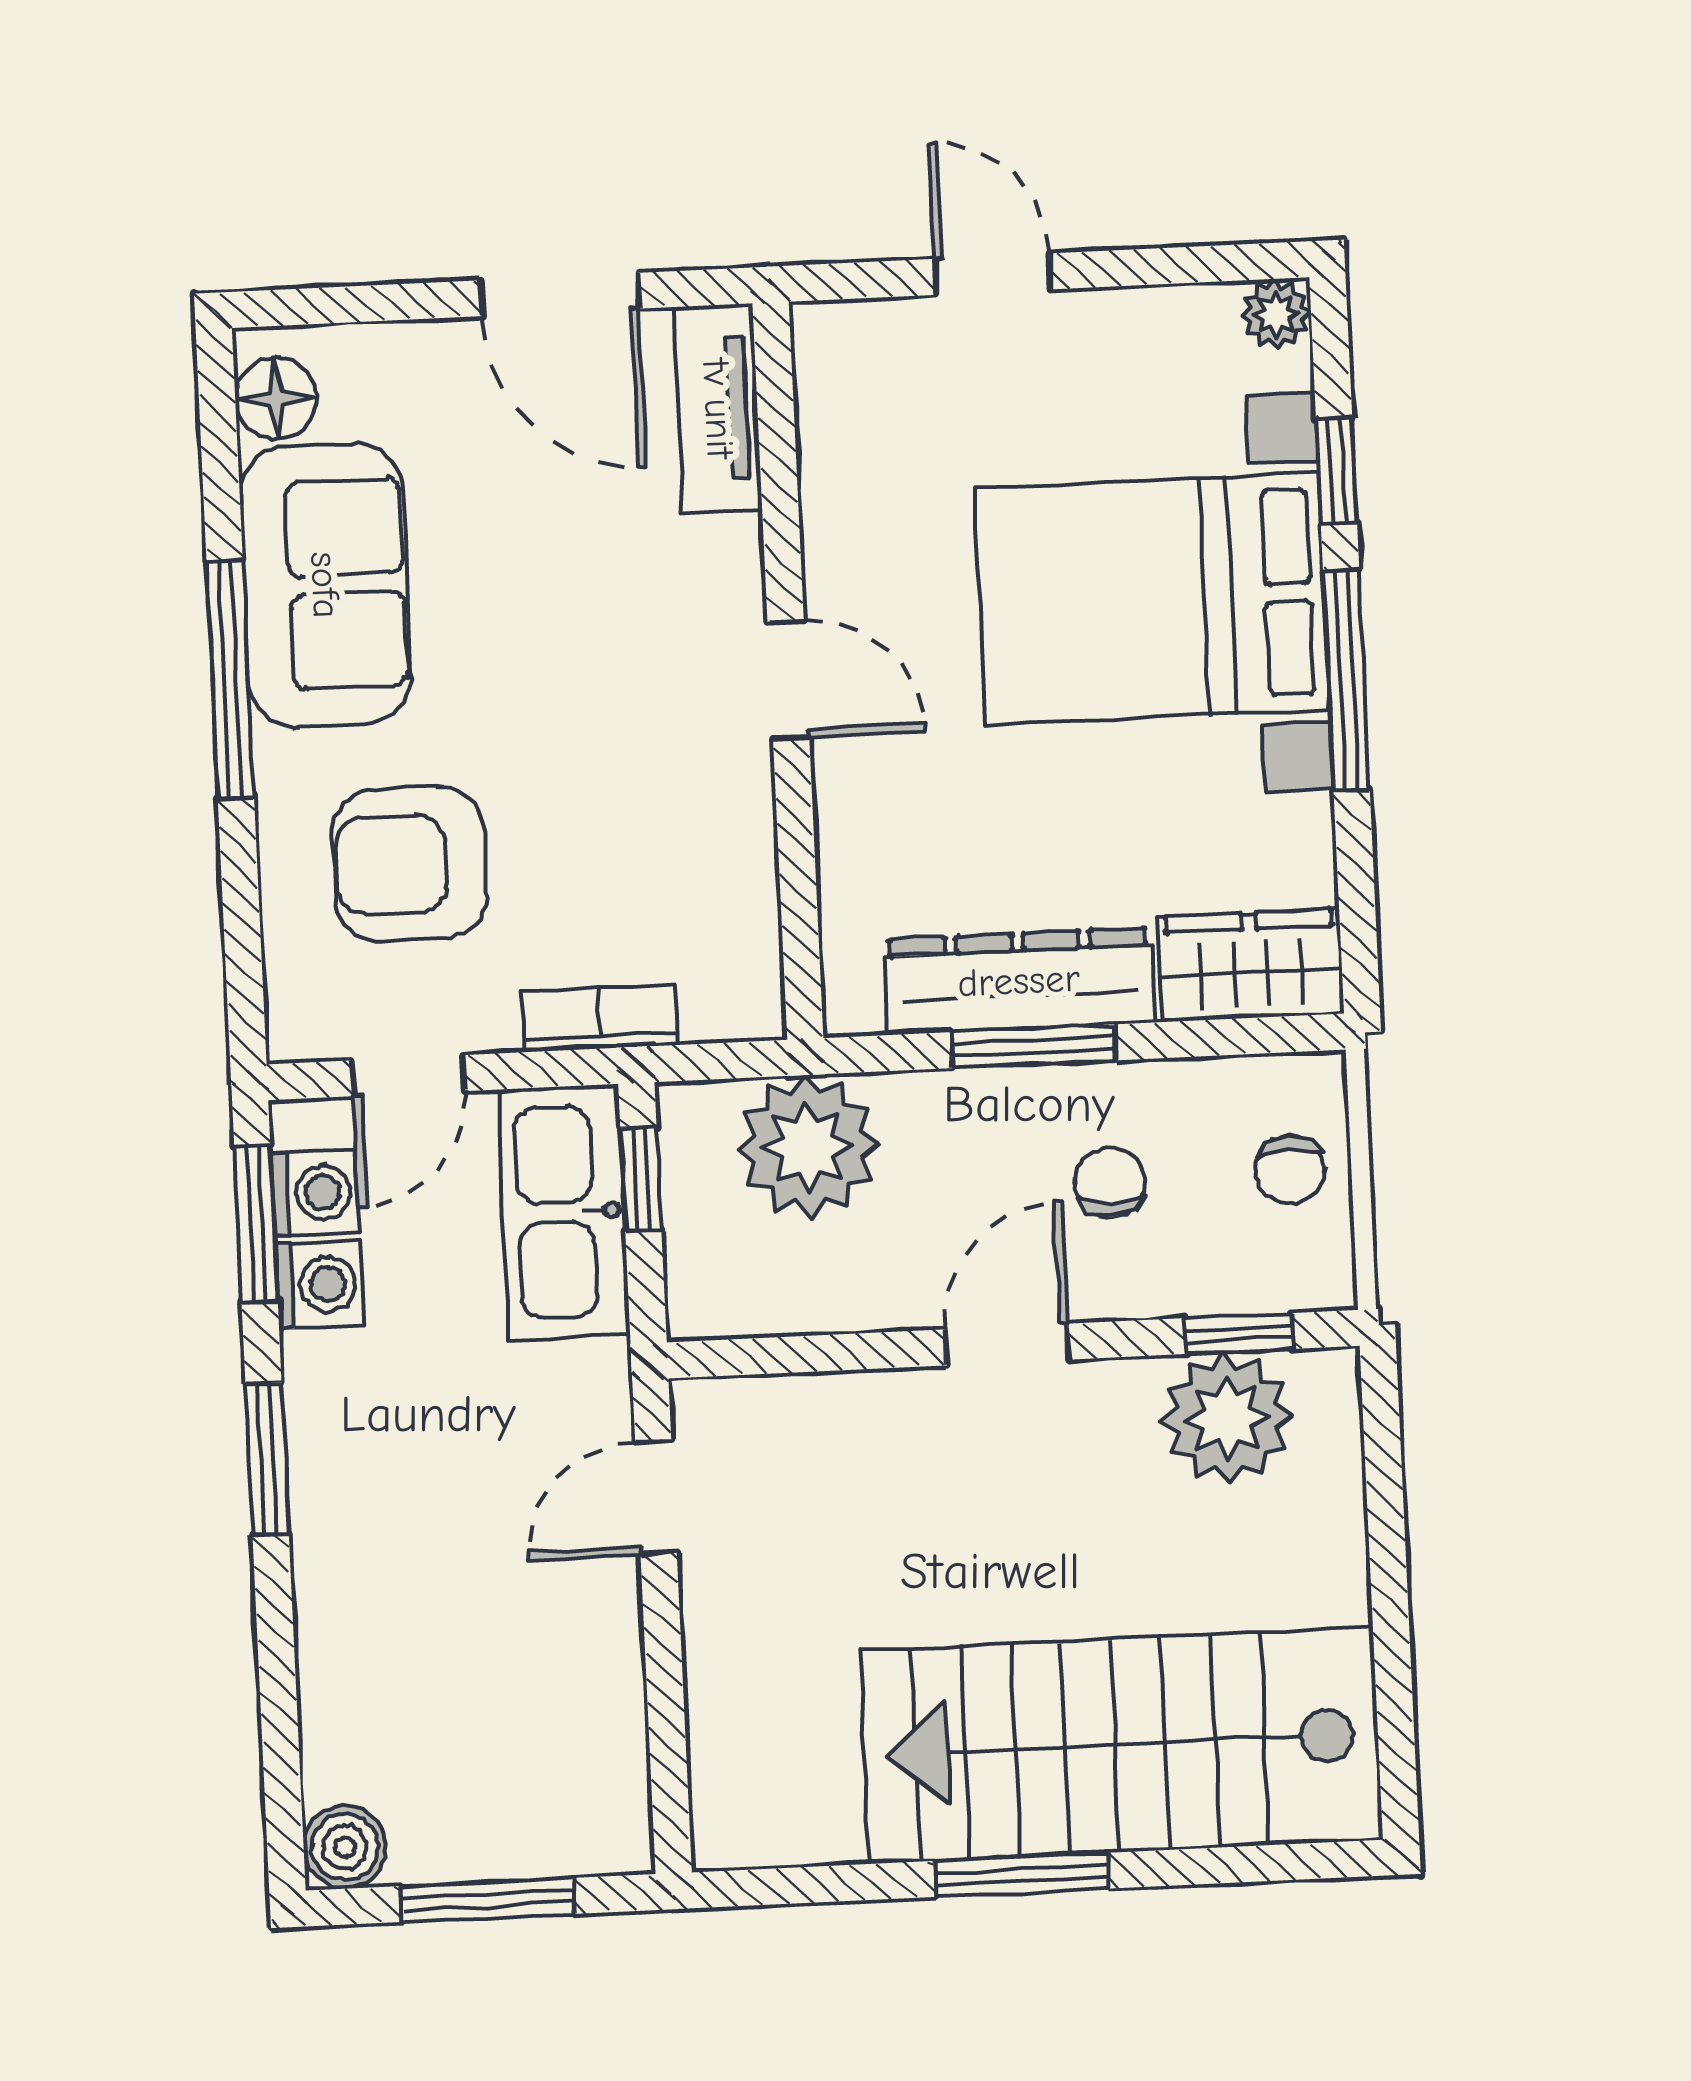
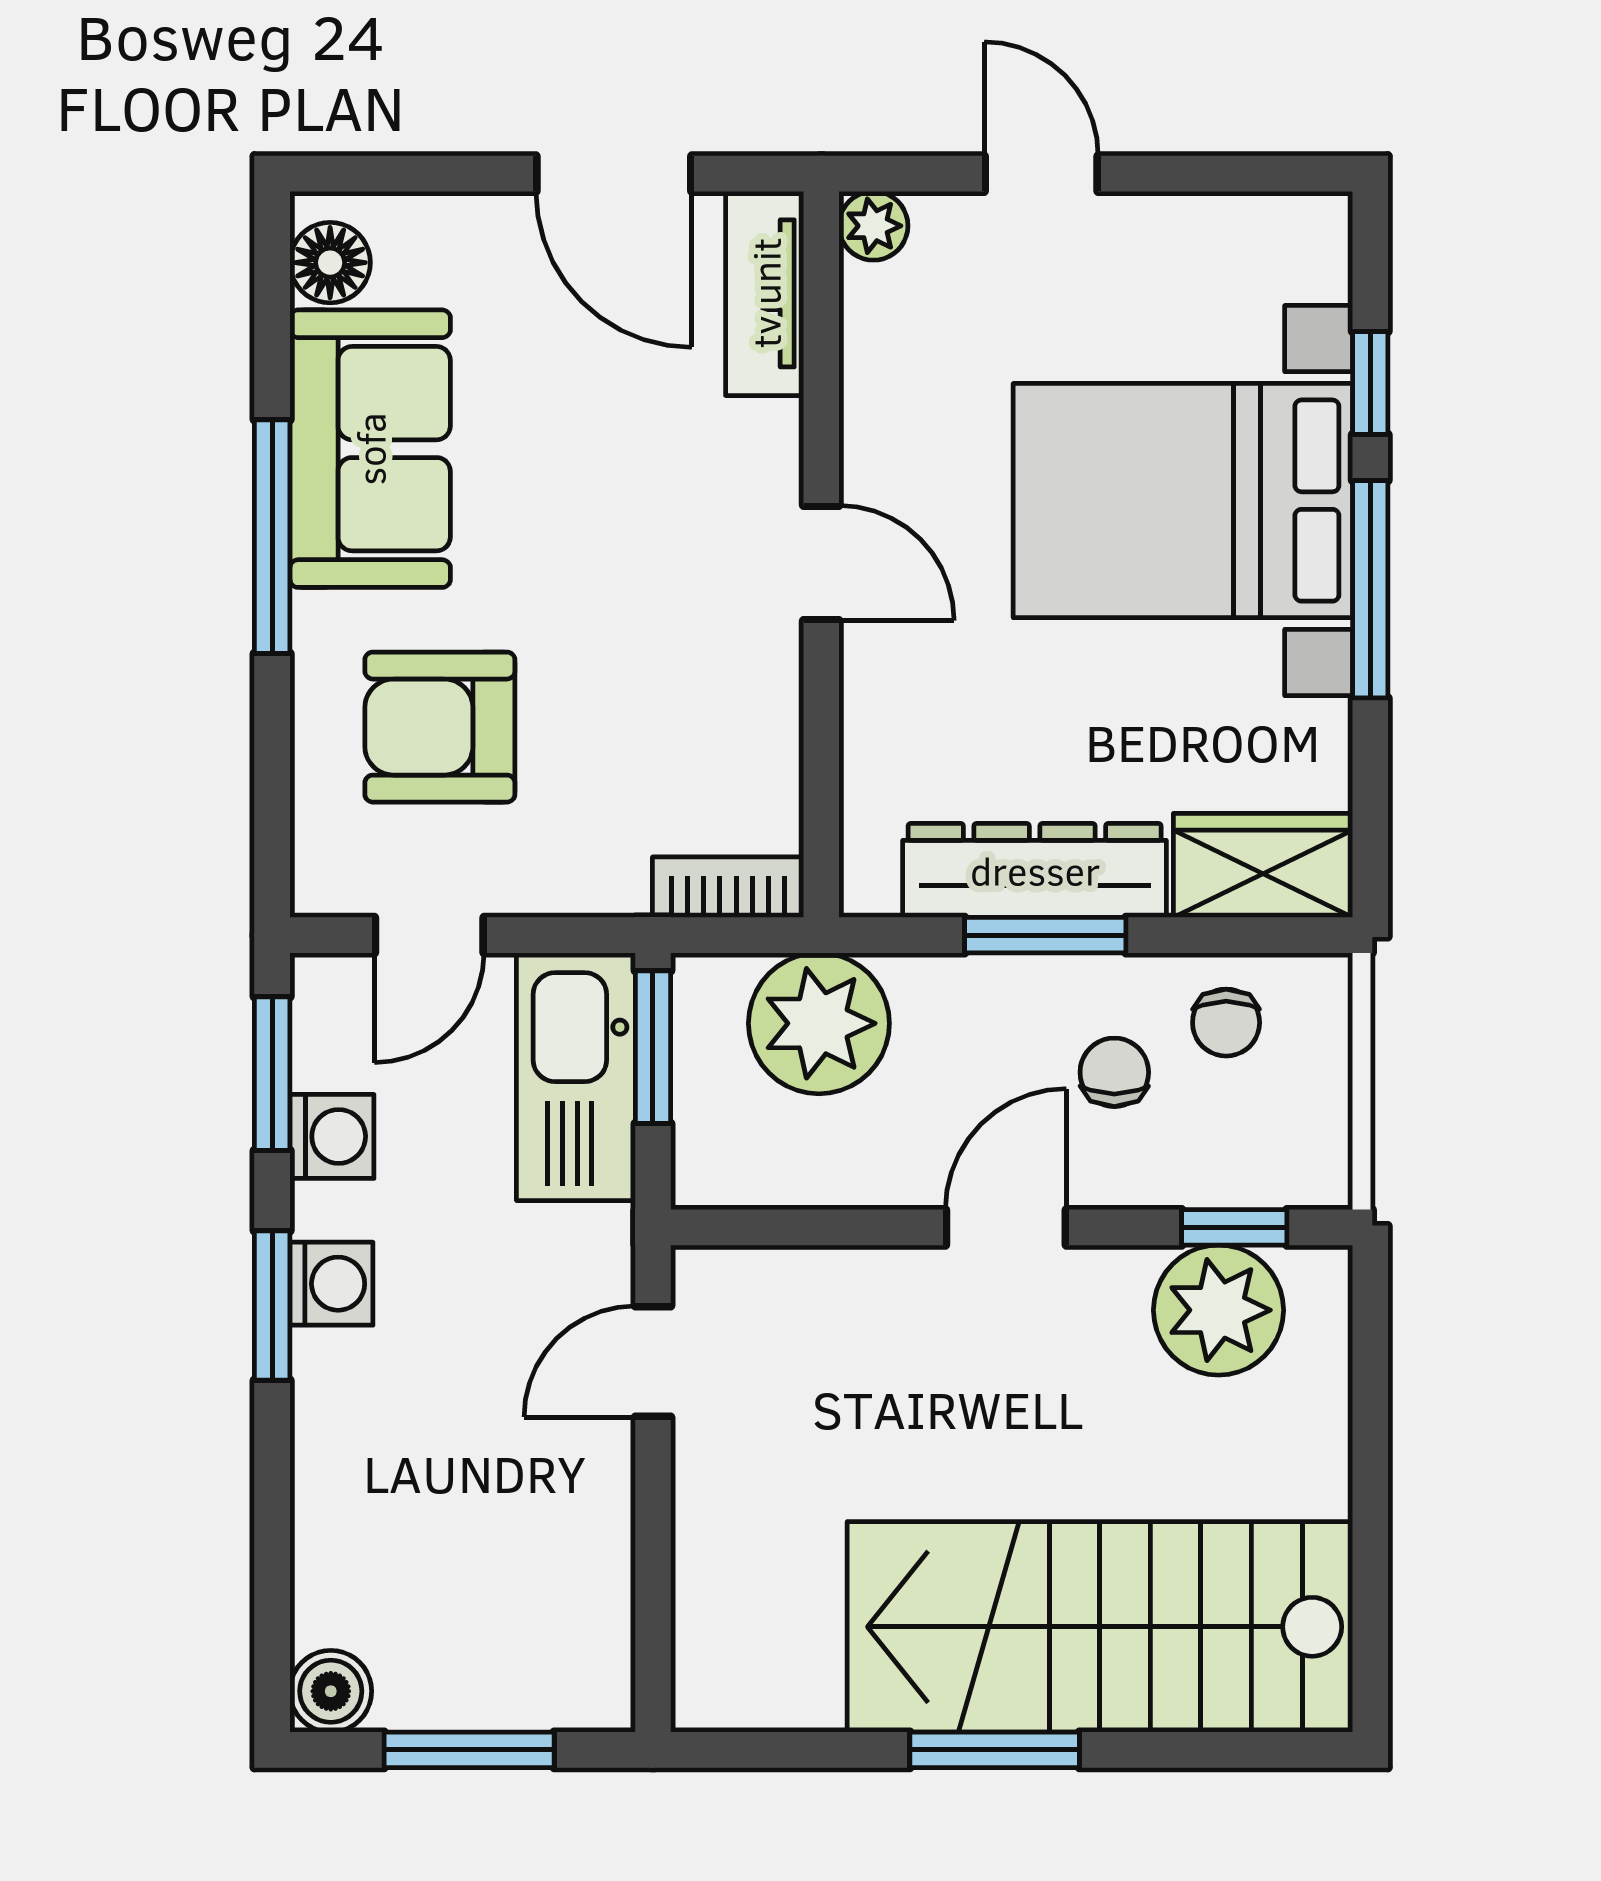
plant: (1276, 314) -> (873, 226), moved
bookcase: (599, 1018) -> (728, 887), moved
chair: (1290, 1170) -> (1226, 1023), moved
window: (641, 1179) -> (653, 1047), width x1.50
washing machine: (315, 1193) -> (331, 1284), moved

